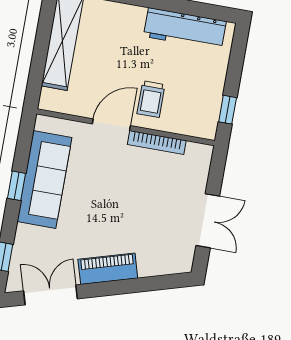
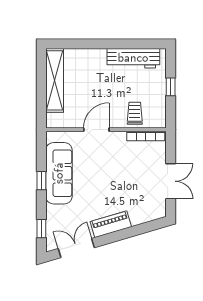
trolley: (151, 99) -> (135, 113), moved, turned 180
window: (228, 110) -> (171, 87), moved
bookcase: (157, 142) -> (146, 136), moved

